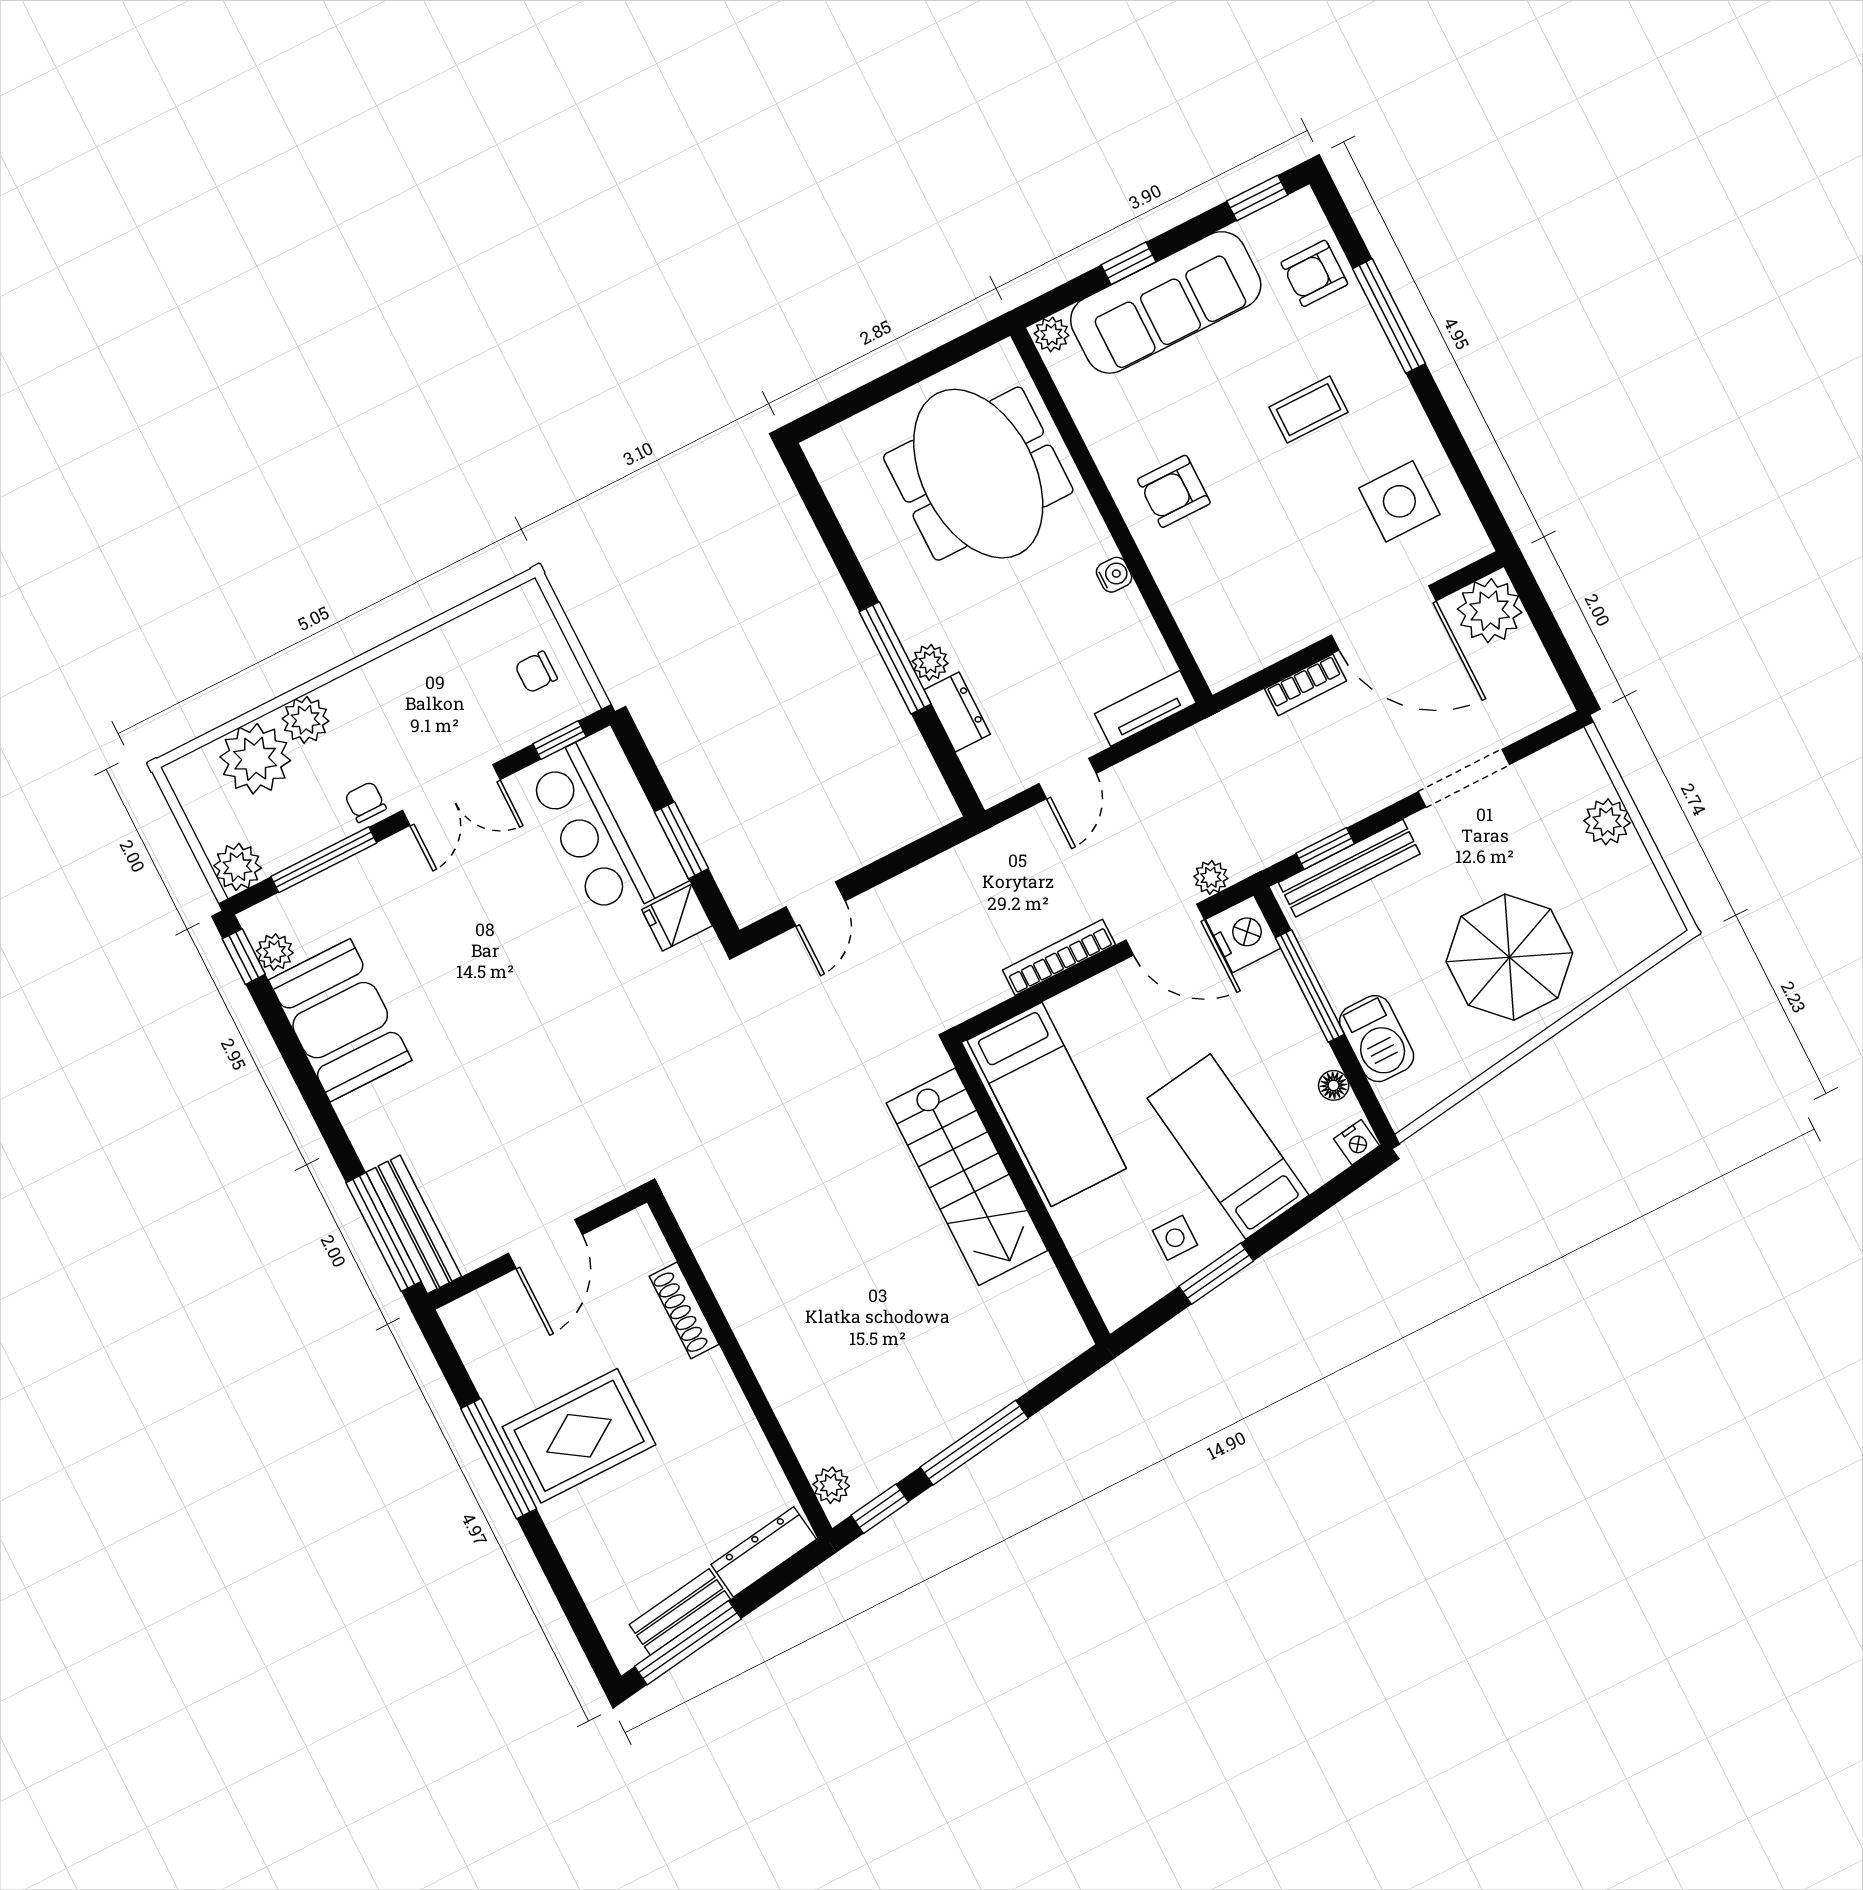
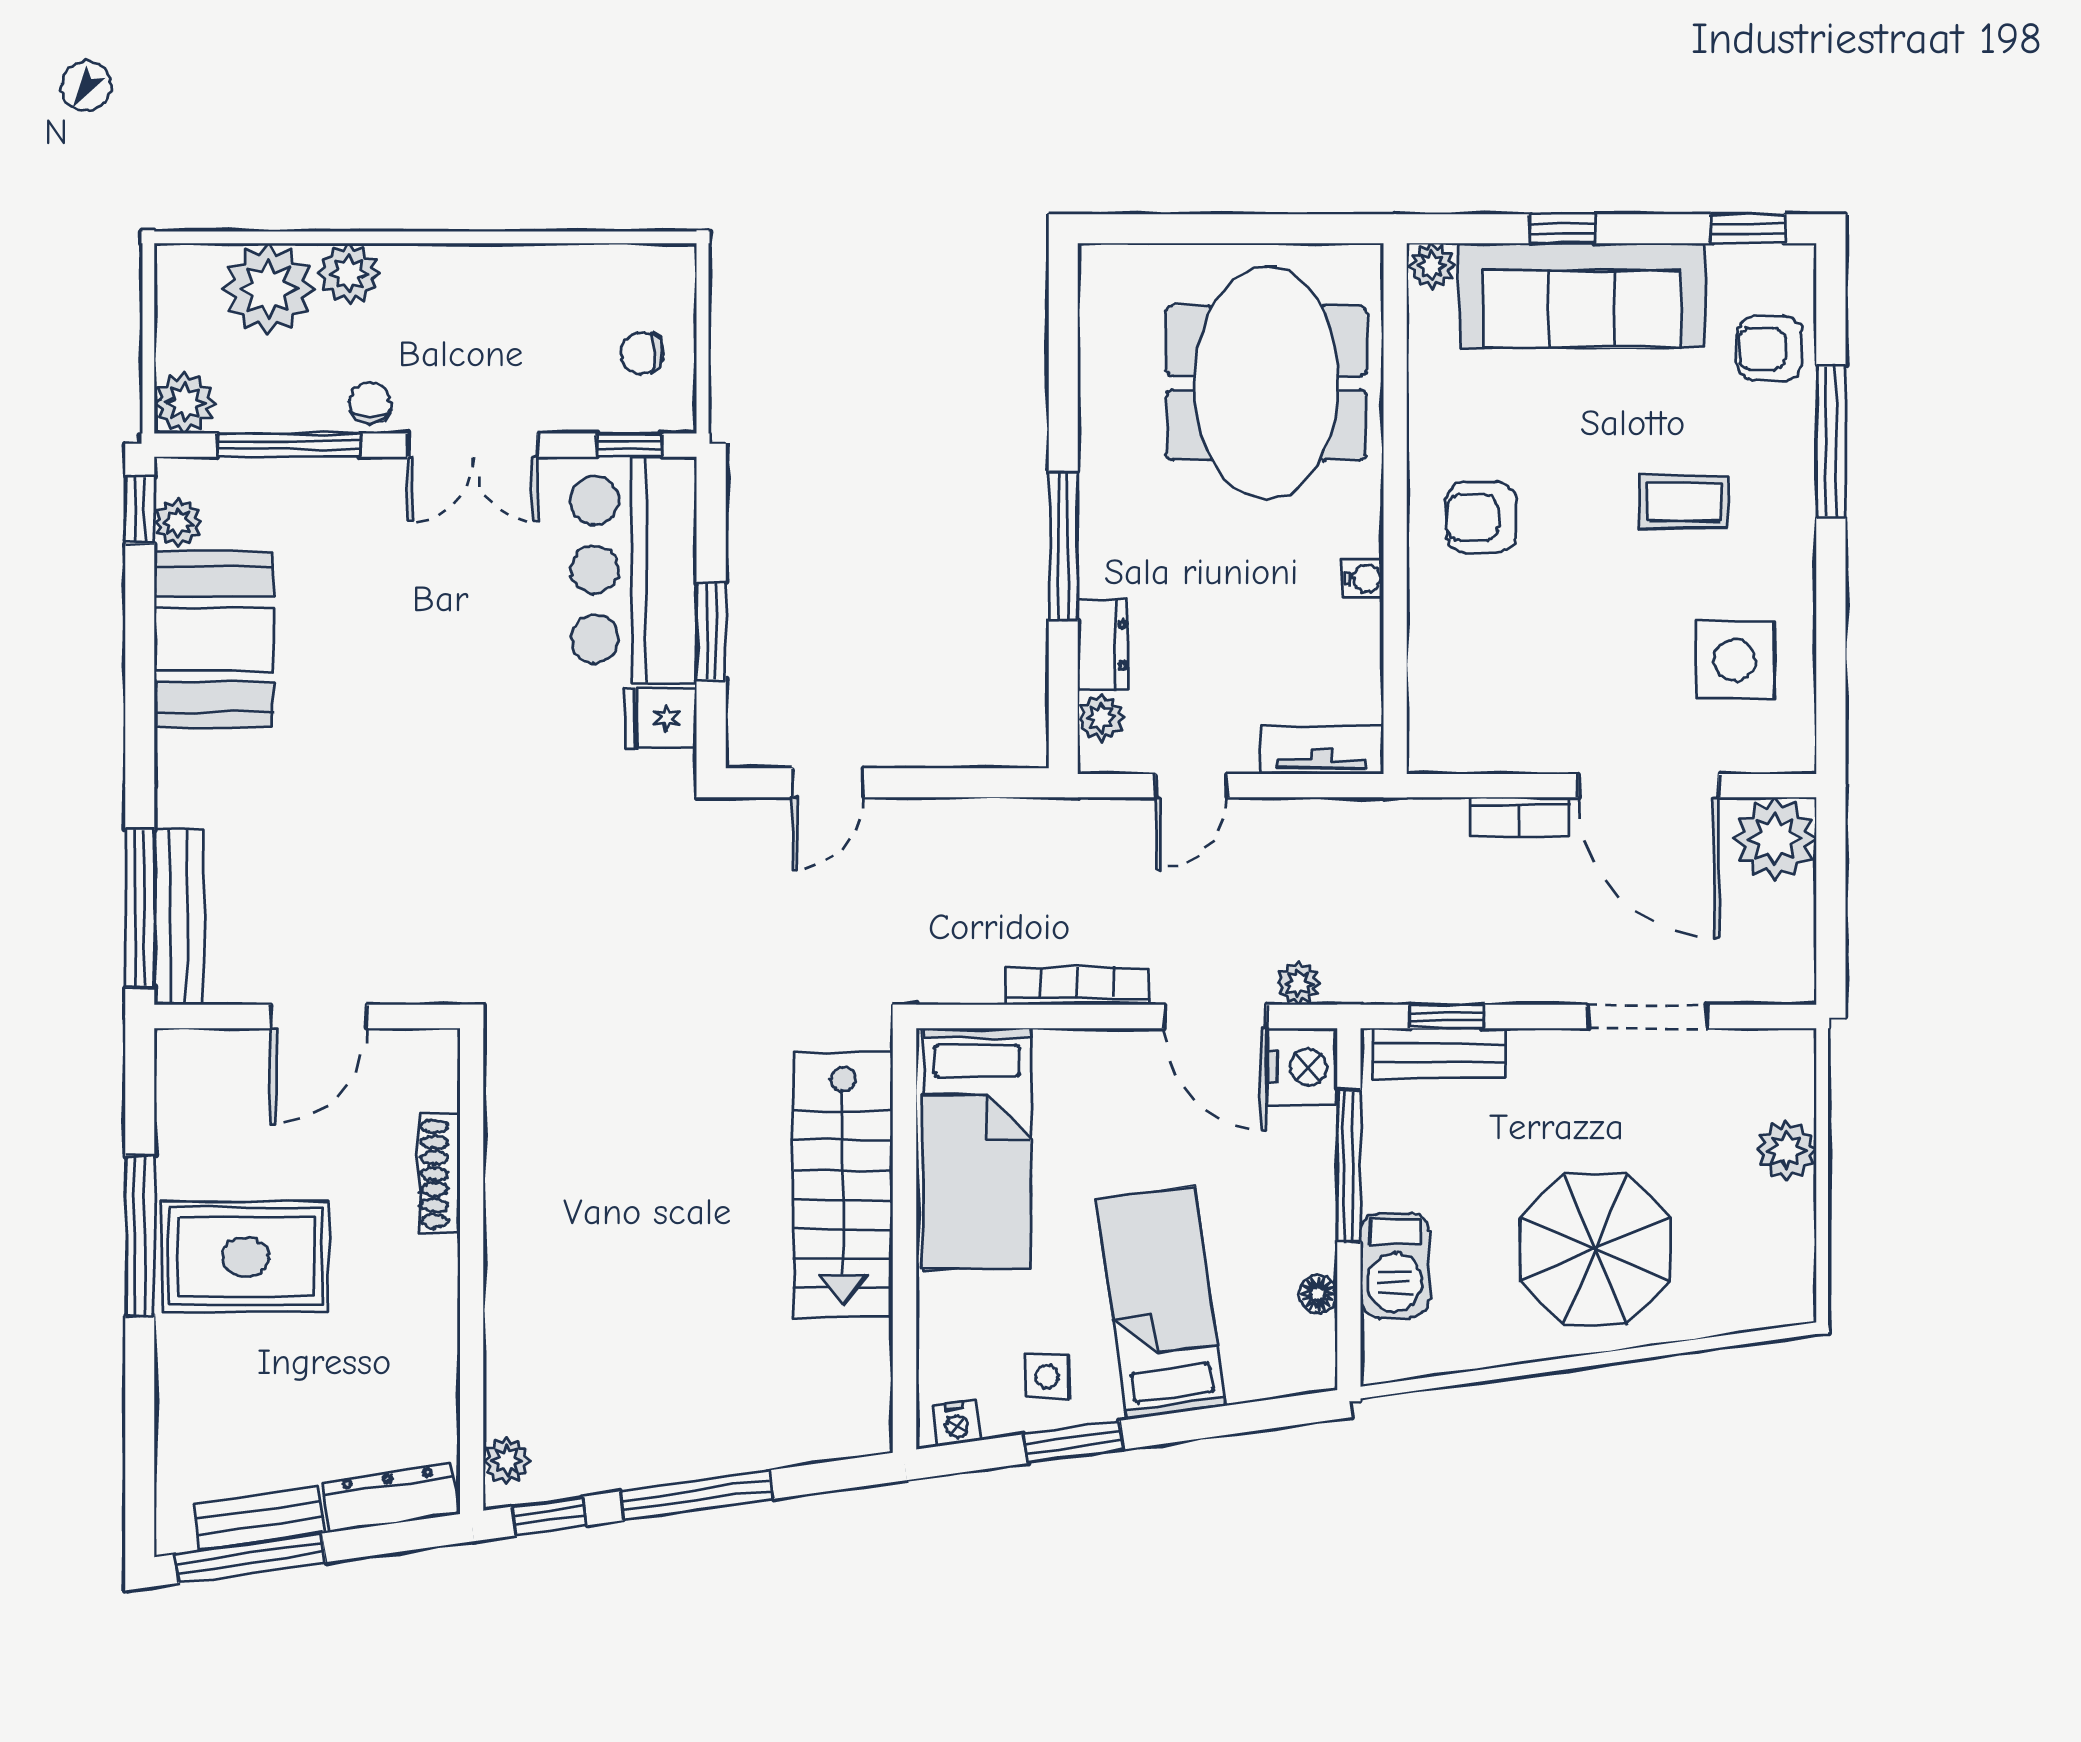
plant: (930, 662) -> (1101, 718), moved
bench: (1349, 868) -> (1439, 1053), width x0.73
nightstand: (1357, 1142) -> (956, 1423), moved

